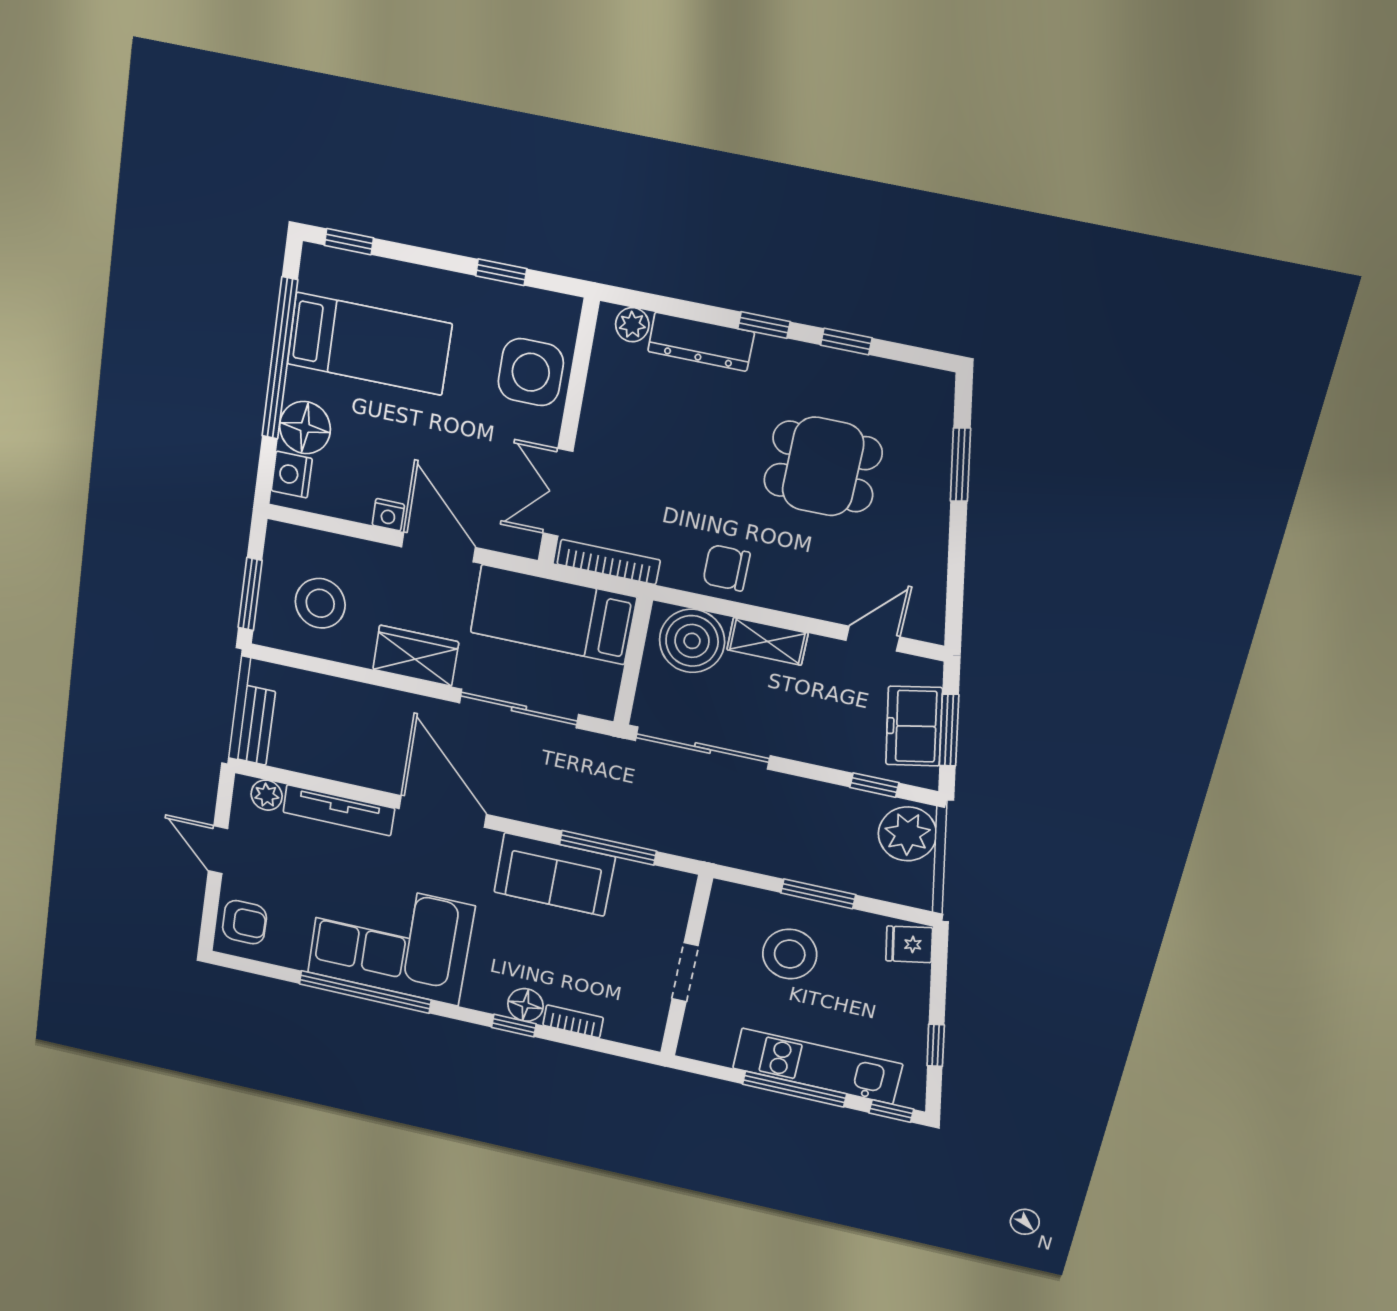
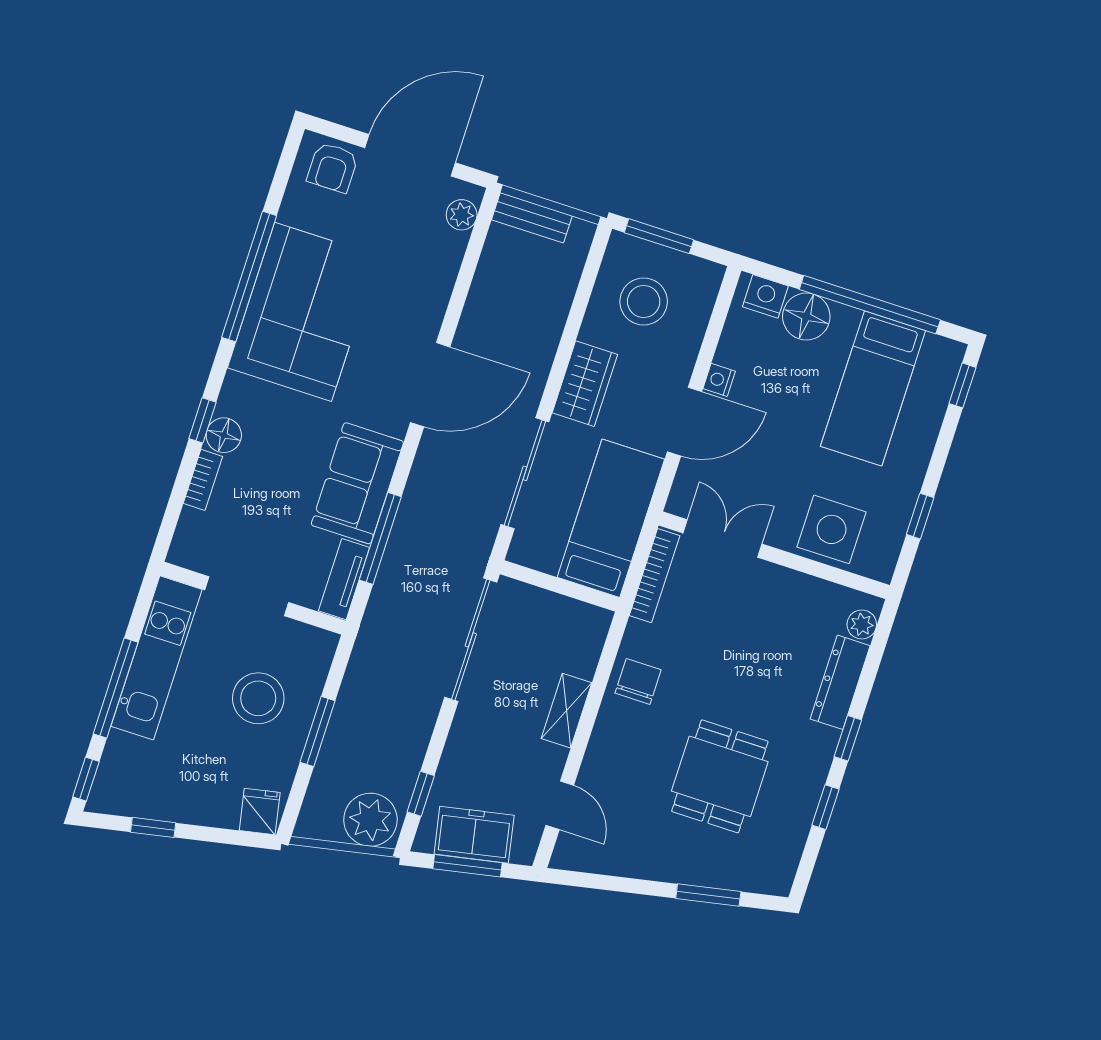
boiler: (692, 641) -> (574, 642), removed
tv unit: (339, 810) -> (344, 579), moved, width x0.71
door: (218, 850) -> (410, 155), width x1.87
doorway: (685, 972) -> (247, 596), width x1.38
kitchen unit: (817, 1066) -> (157, 658), moved

